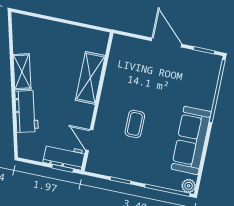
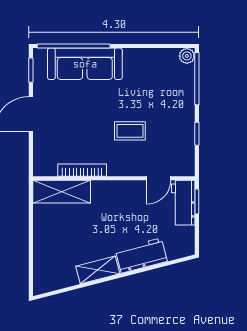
bookcase: (110, 76) -> (82, 170), added
shelving: (90, 78) -> (62, 192), moved
sofa: (191, 140) -> (85, 64), moved

